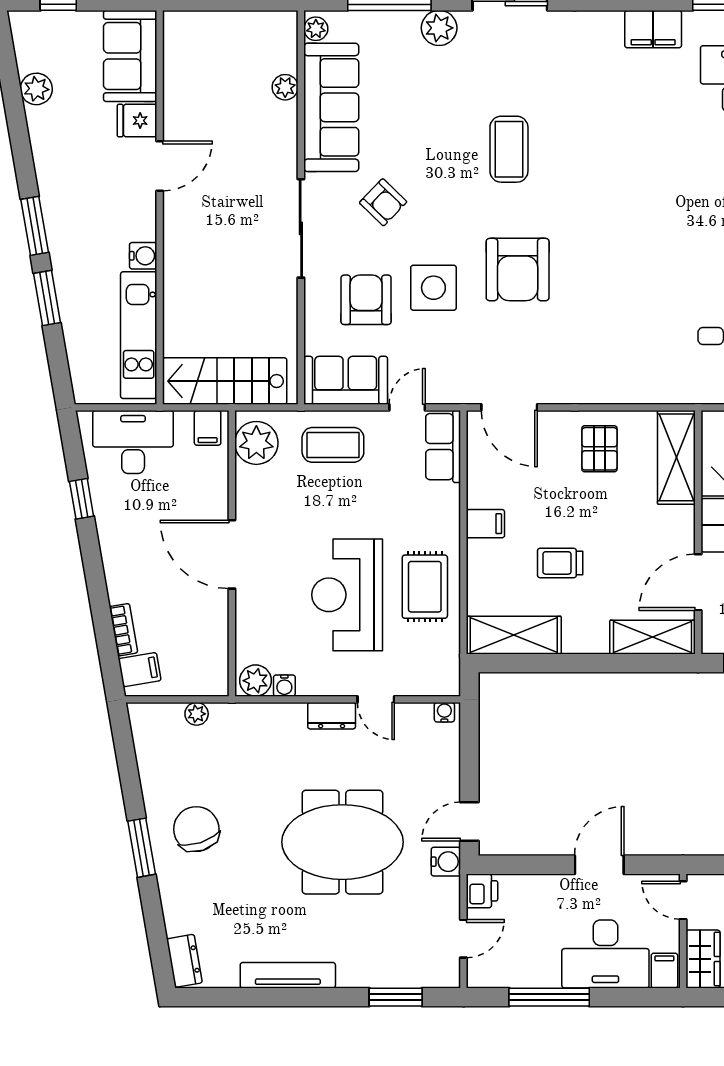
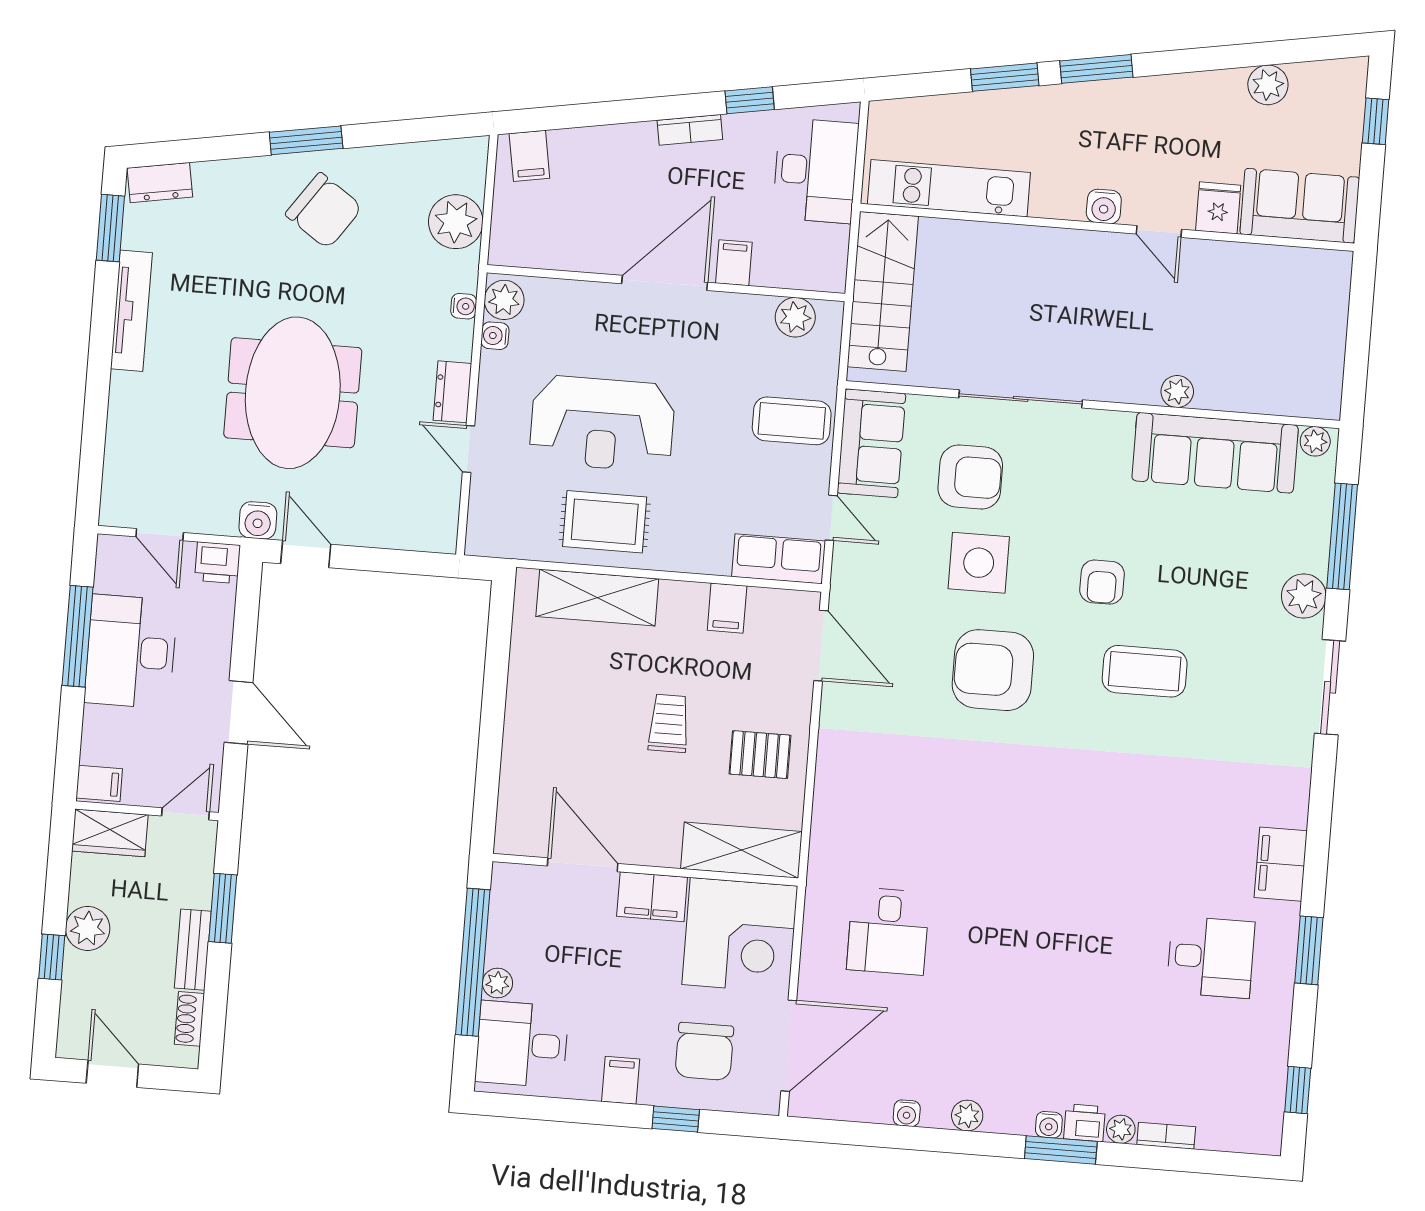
plant: (285, 87) -> (1177, 392), moved
door: (160, 166) -> (1159, 232), width x0.73
armchair: (383, 202) -> (1102, 582), moved, turned -44
sliding door: (301, 228) -> (1021, 399), moved
water cooler: (143, 256) -> (1104, 206), moved
door: (509, 407) -> (821, 646), swing flipped
filing cabinet: (208, 428) -> (734, 263), moved, turned 90
plant: (256, 443) -> (795, 317), width x0.73, depth x0.73
coffee table: (333, 445) -> (792, 421), turned 90
filing cabinet: (485, 524) -> (727, 608), moved
trolley: (560, 563) -> (669, 723), moved
reception desk: (347, 595) -> (602, 424), turned 180
bookcase: (124, 630) -> (690, 130), moved
shelving: (514, 635) -> (597, 598), moved, turned 90
shelving: (653, 637) -> (518, 802), removed
door: (376, 699) -> (468, 449), hinge flipped
water cooler: (444, 712) -> (464, 306), moved
plant: (197, 714) -> (456, 222), width x1.88, depth x1.88
chair: (196, 829) -> (324, 211), turned 53
desk: (605, 954) -> (131, 652), moved
window: (396, 997) -> (110, 228), moved

